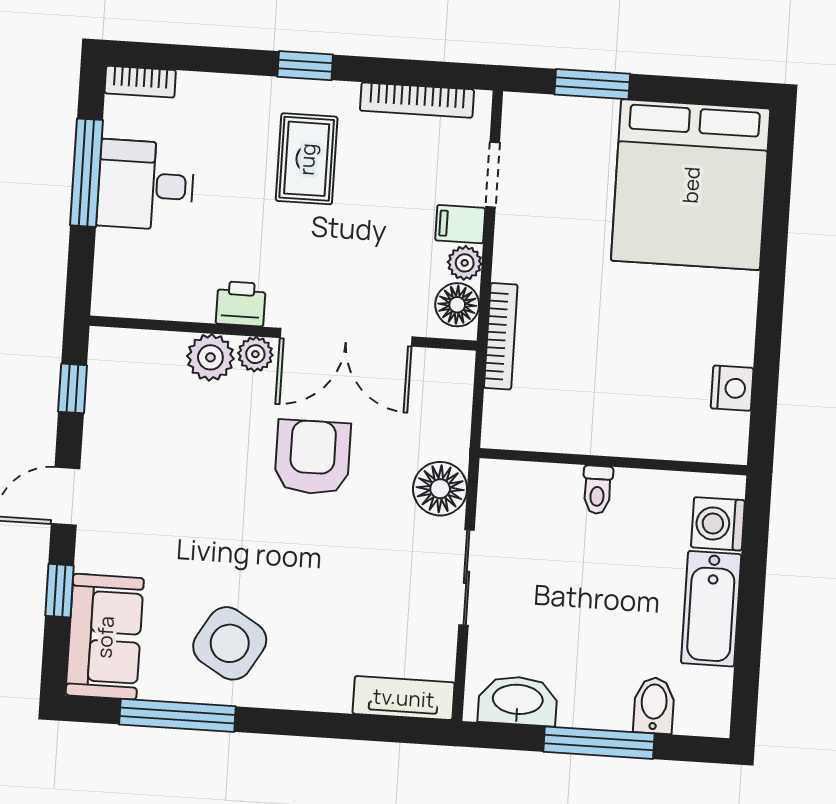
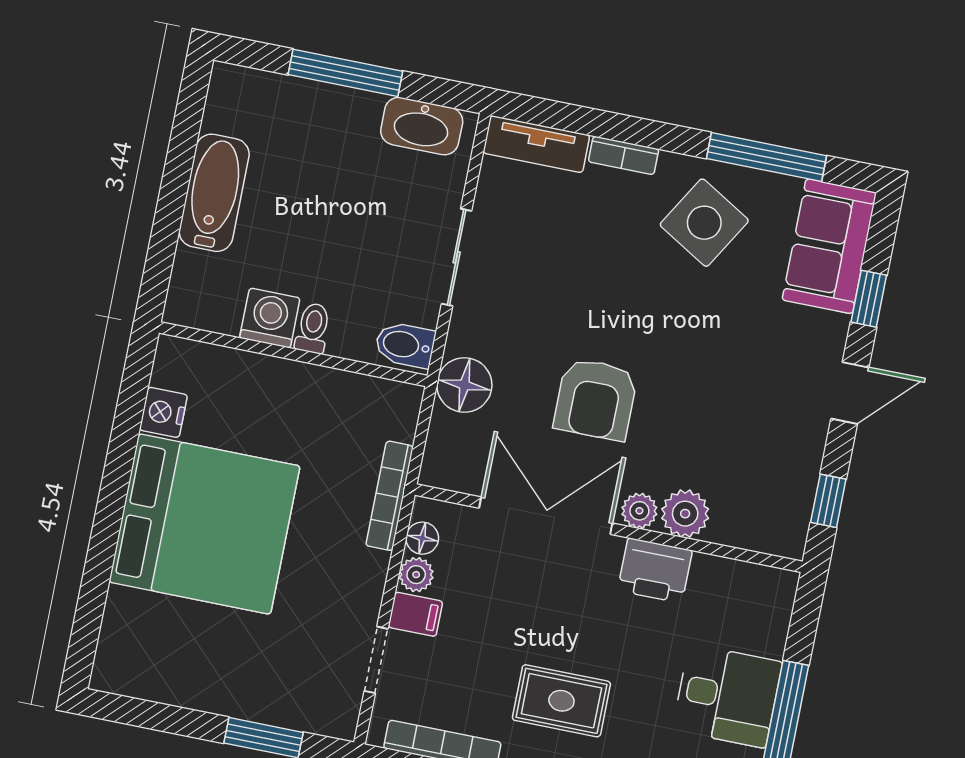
rug: (307, 159) -> (561, 701), turned 90
bed: (691, 185) -> (204, 524), moved, turned 90
printer: (241, 304) -> (655, 570), width x1.36, depth x1.24
floor lamp: (457, 305) -> (422, 538), width x0.73, depth x0.73
floor lamp: (440, 489) -> (464, 385), moved
washing machine: (718, 524) -> (270, 318), moved, turned -90
bookcase: (317, 698) -> (624, 155), added
bidet: (654, 705) -> (405, 345), moved, turned 90

